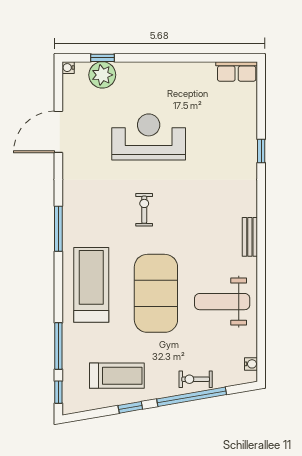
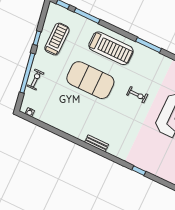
weight bench: (222, 302) -> (70, 113), removed
treadmill: (117, 376) -> (57, 39), turned 180

